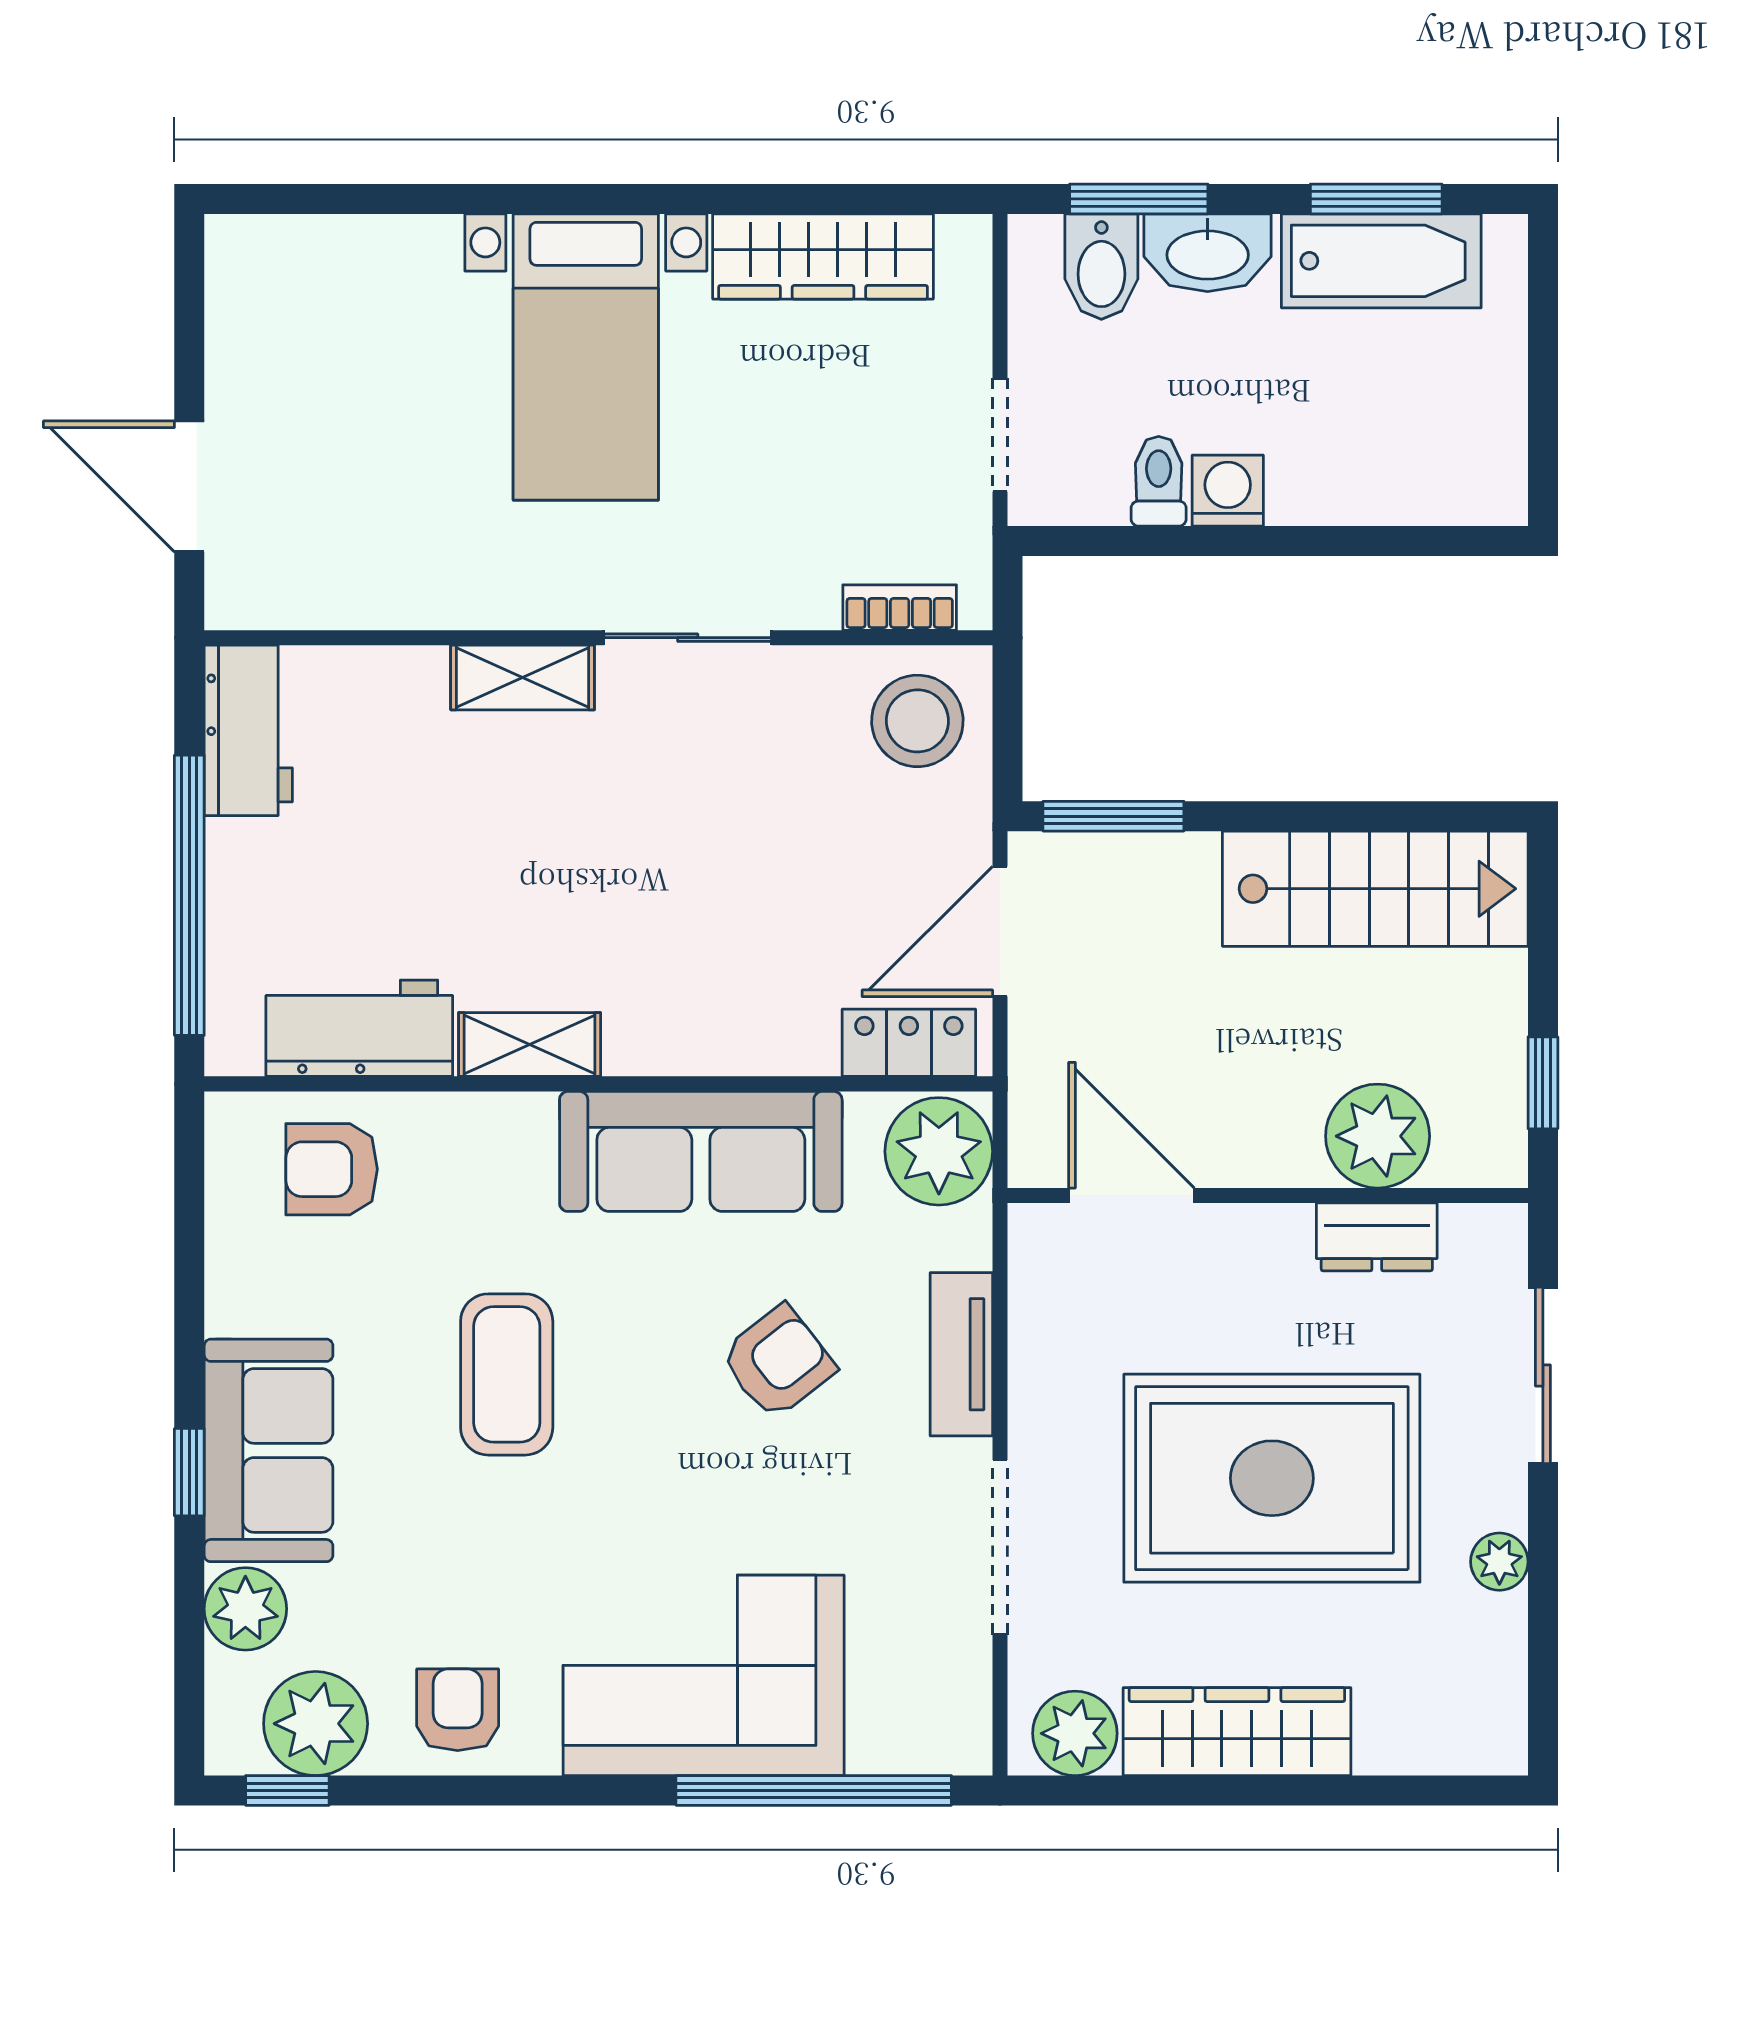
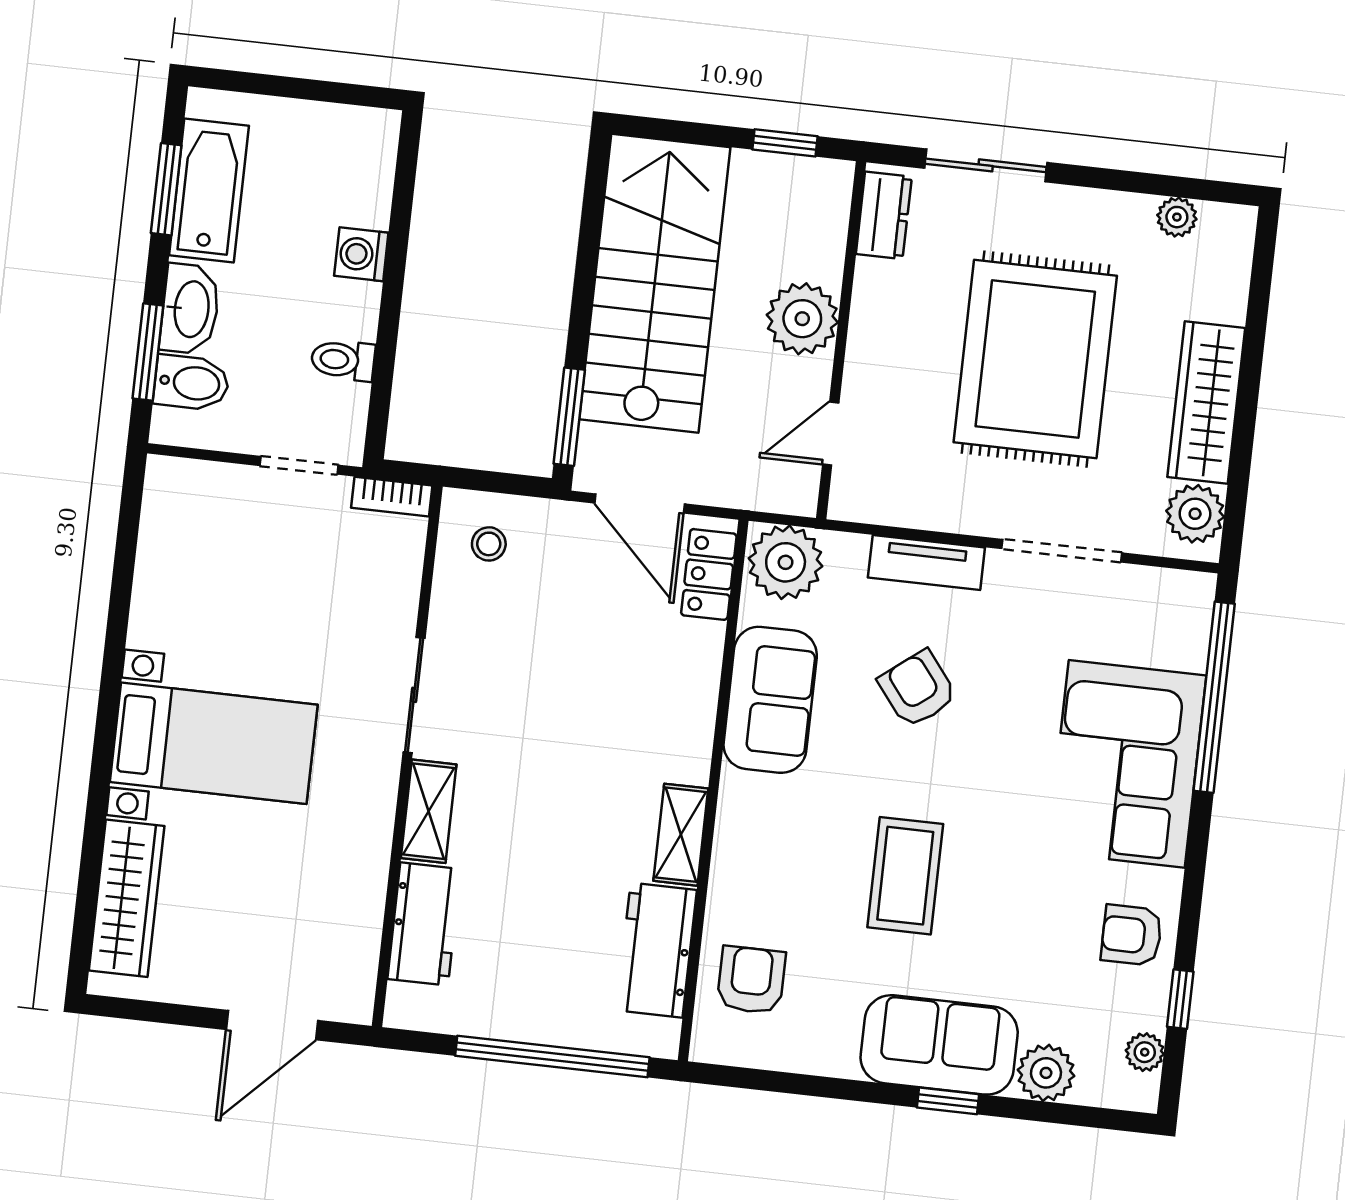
wardrobe: (823, 256) -> (127, 898), moved
washing machine: (1228, 491) -> (361, 254), moved
bookcase: (900, 608) -> (392, 497), moved, turned -90
stool: (917, 721) -> (489, 544), width x0.53, depth x0.53
workbench: (248, 730) -> (424, 924), moved, turned 90
stairs: (1375, 889) -> (655, 283), width x1.36, depth x1.51
plant: (1378, 1136) -> (802, 319), moved
sofa: (701, 1151) -> (770, 700), width x0.73
armchair: (332, 1169) -> (751, 980), turned 180
door: (1131, 1195) -> (831, 434), width x0.73
dresser: (1377, 1237) -> (884, 215), moved
coffee table: (507, 1374) -> (905, 876), turned 90
plant: (1499, 1562) -> (1177, 217), moved
plant: (316, 1724) -> (1145, 1052), width x0.53, depth x0.53
window: (287, 1790) -> (1180, 999), moved

